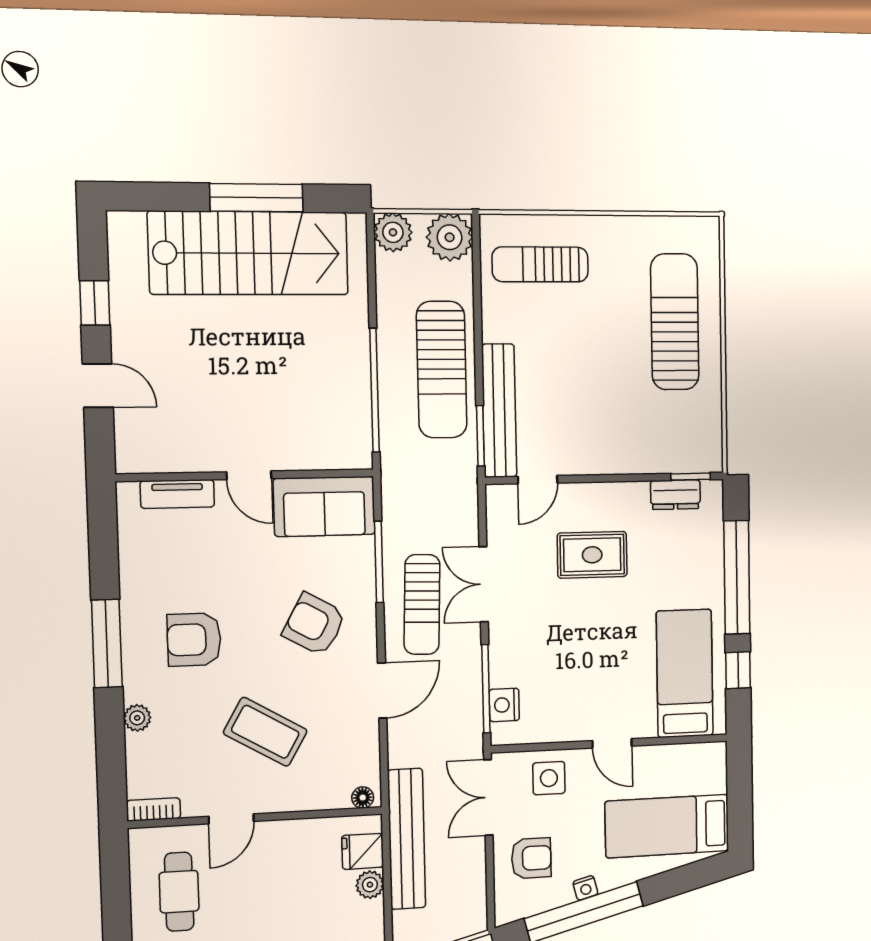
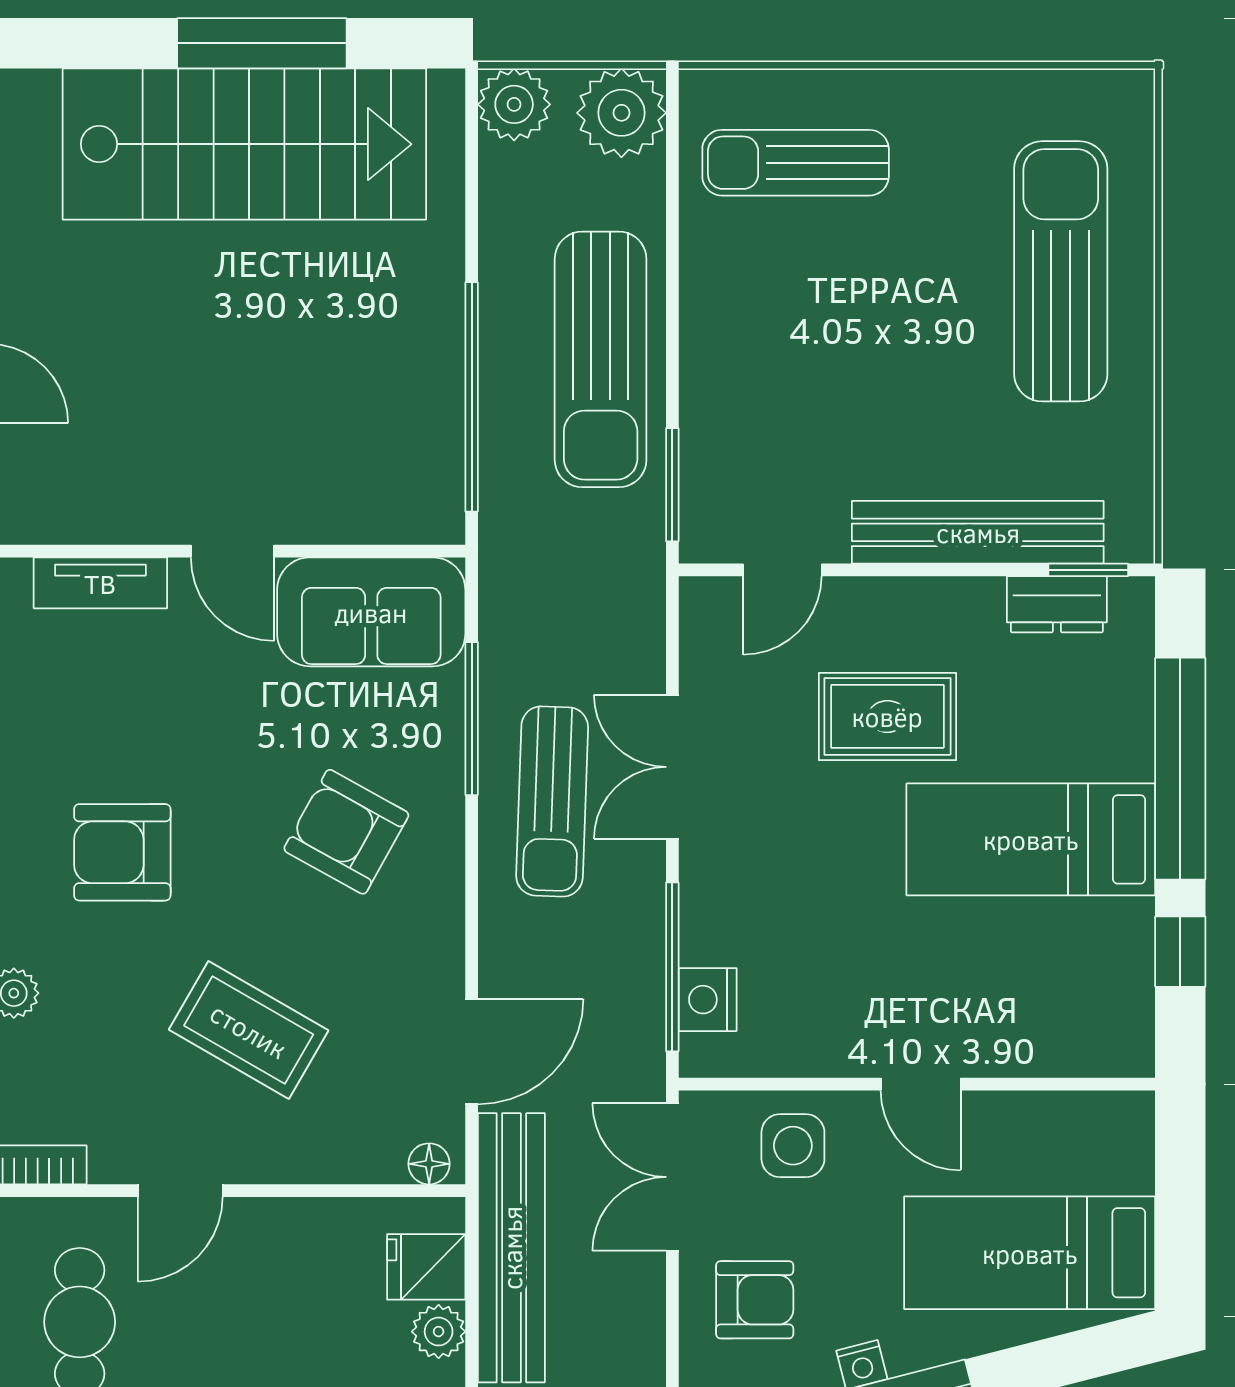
bench: (499, 411) -> (978, 532), moved, turned 90
bed: (685, 673) -> (1031, 839), moved, turned -90
door: (382, 690) -> (472, 1052), moved

